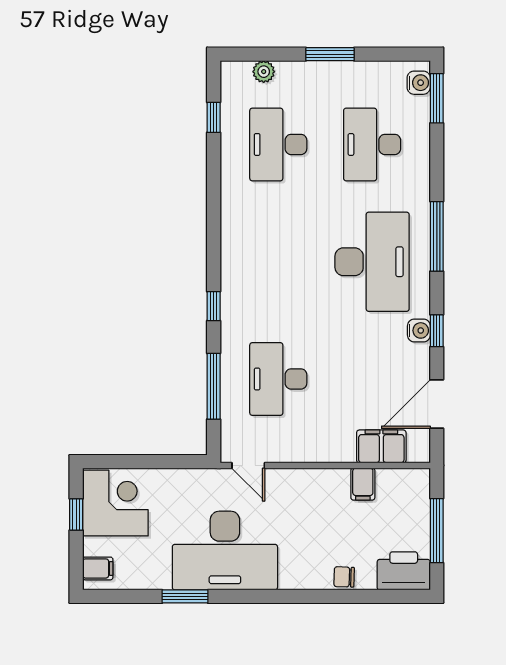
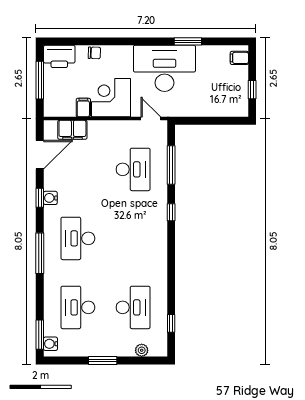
desk: (372, 144) -> (78, 307), turned 180
desk: (372, 262) -> (78, 238), width x0.73, depth x0.77
corner desk: (115, 503) -> (111, 98), moved, turned 90

